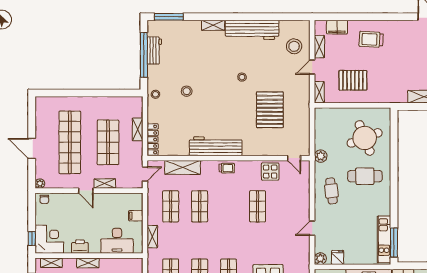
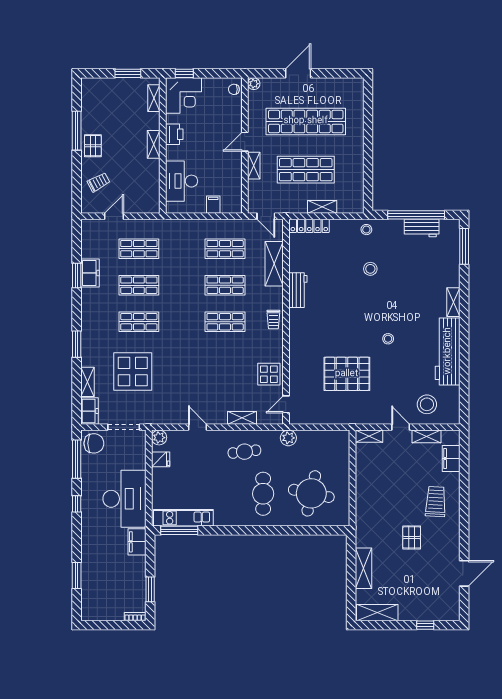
pallet: (353, 80) -> (412, 537), moved, width x0.67, depth x0.71
round table: (365, 138) -> (311, 493), turned 33
workbench: (216, 146) -> (298, 290), width x0.53, depth x0.76
shop shelf: (258, 206) -> (225, 322), moved
shelving: (152, 237) -> (242, 418), moved

